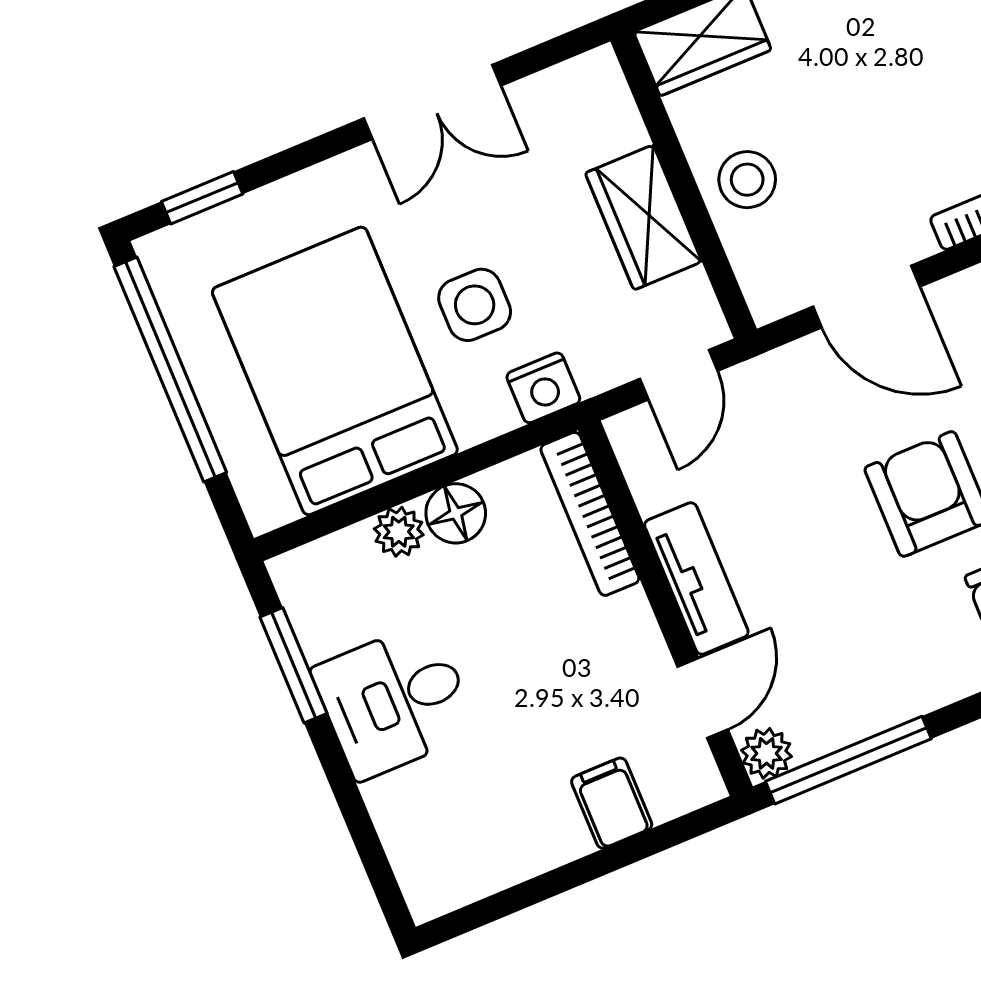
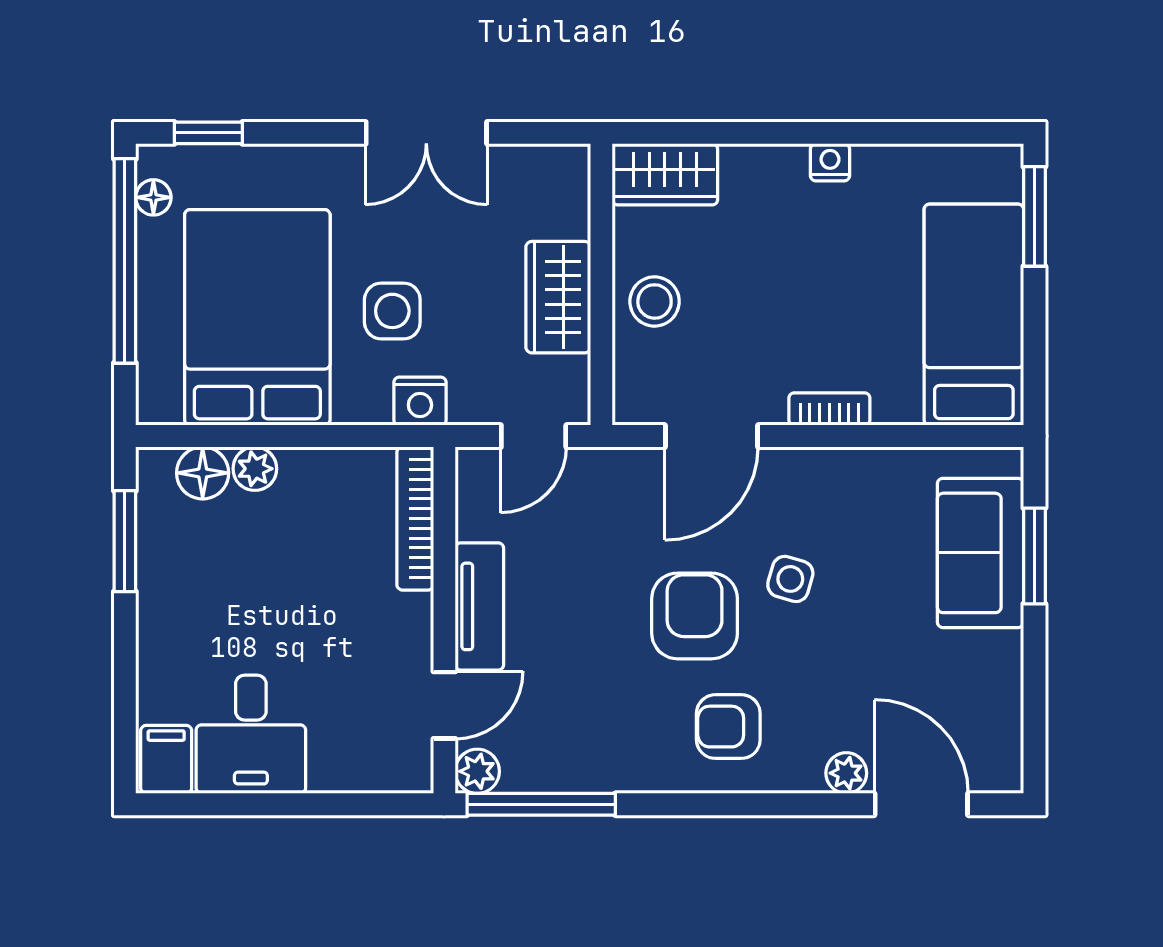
floor lamp: (173, 290) -> (153, 197), added
door: (866, 297) -> (711, 436), hinge flipped
floor lamp: (456, 513) -> (203, 473), moved
desk: (395, 701) -> (251, 734), moved, turned -90
filing cabinet: (612, 803) -> (166, 759), moved

